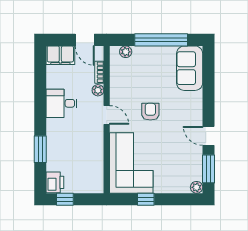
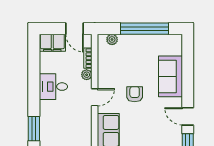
sofa: (190, 68) -> (170, 76), moved
door: (107, 115) -> (95, 97), hinge flipped

